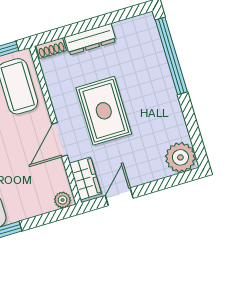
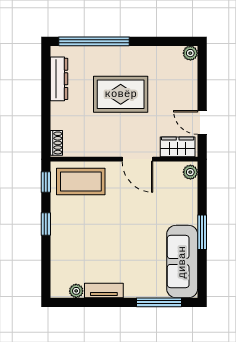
dresser: (90, 39) -> (59, 79), moved
rug: (104, 111) -> (121, 94), moved
plant: (180, 157) -> (190, 53), width x0.53, depth x0.53

